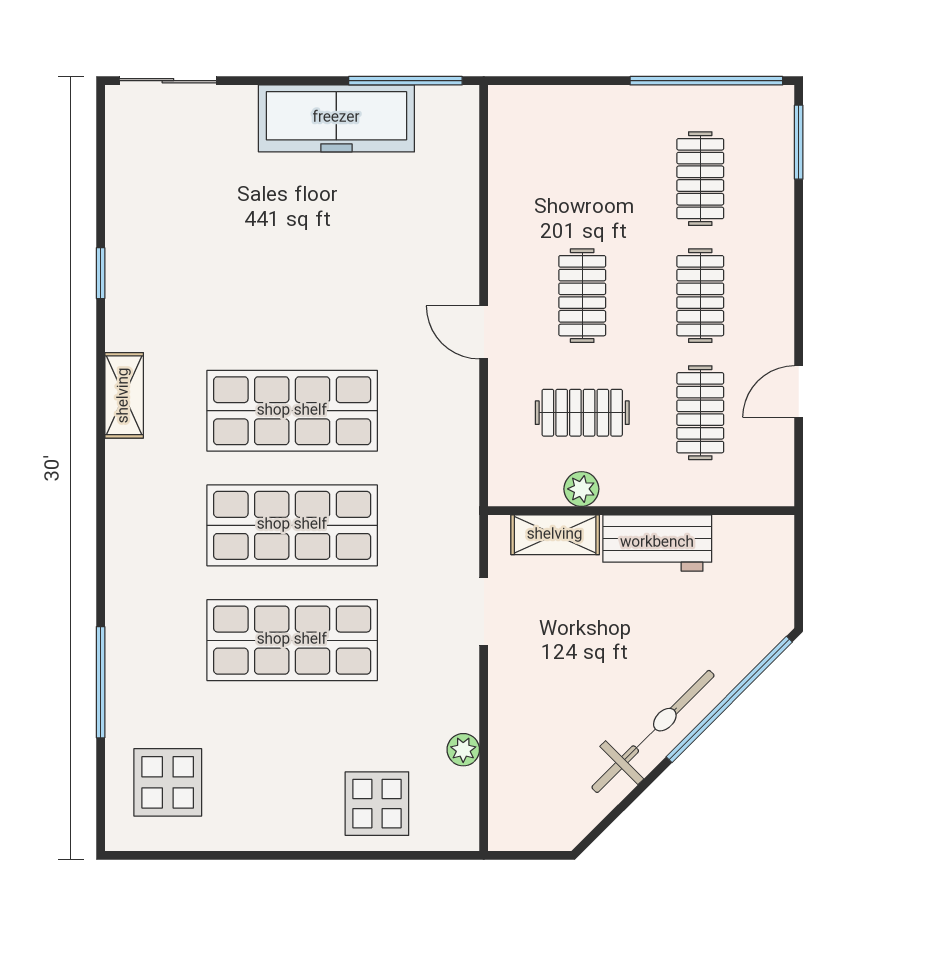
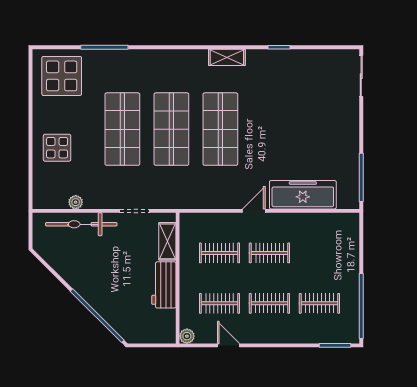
freezer: (336, 118) -> (303, 195), moved, turned 90
clothes rail: (582, 413) -> (219, 253), turned 90
plant: (581, 489) -> (187, 336), moved
bicycle: (653, 731) -> (81, 224), moved, turned 135
display table: (168, 782) -> (62, 76), width x1.36, depth x1.36
display table: (377, 804) -> (57, 148), moved

